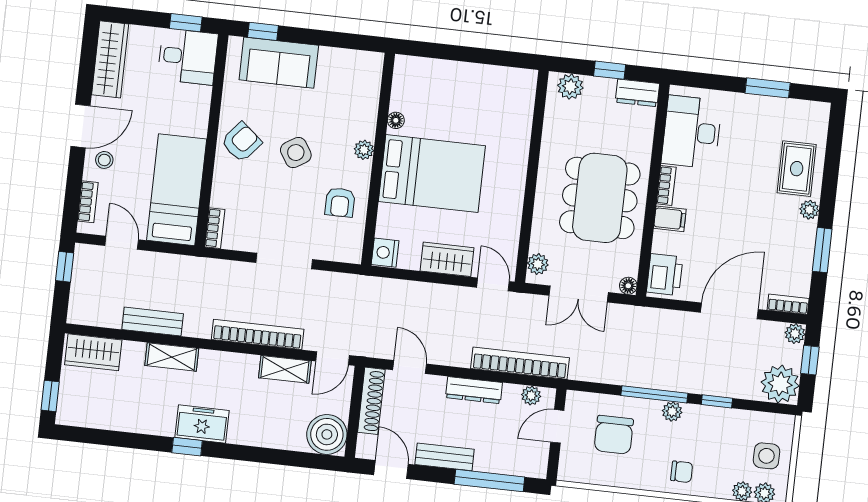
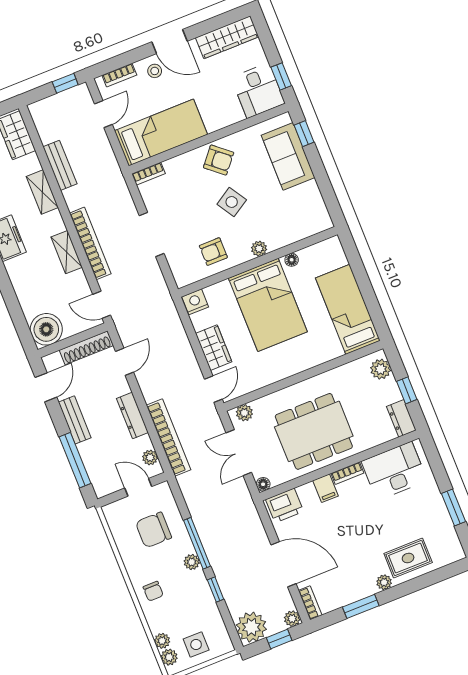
bed: (484, 87) -> (348, 309), added
shelving: (285, 369) -> (67, 252), moved

